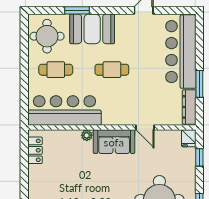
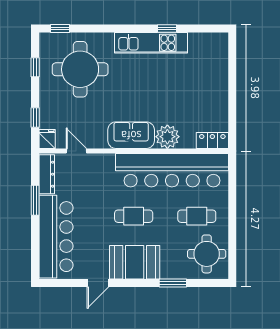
booth: (92, 29) -> (135, 262), moved
bar counter: (64, 111) -> (172, 170), width x1.36
door: (145, 128) -> (76, 151), moved
plant: (87, 135) -> (167, 137), width x1.88, depth x1.88
locker: (35, 150) -> (212, 141), moved, turned 90

